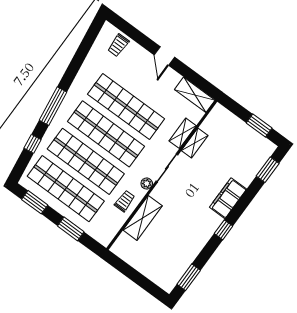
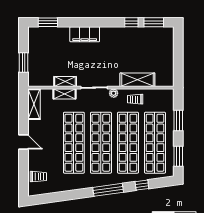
door: (164, 56) -> (23, 142), hinge flipped
window: (259, 126) -> (23, 63), moved
window: (224, 230) -> (131, 22), moved

